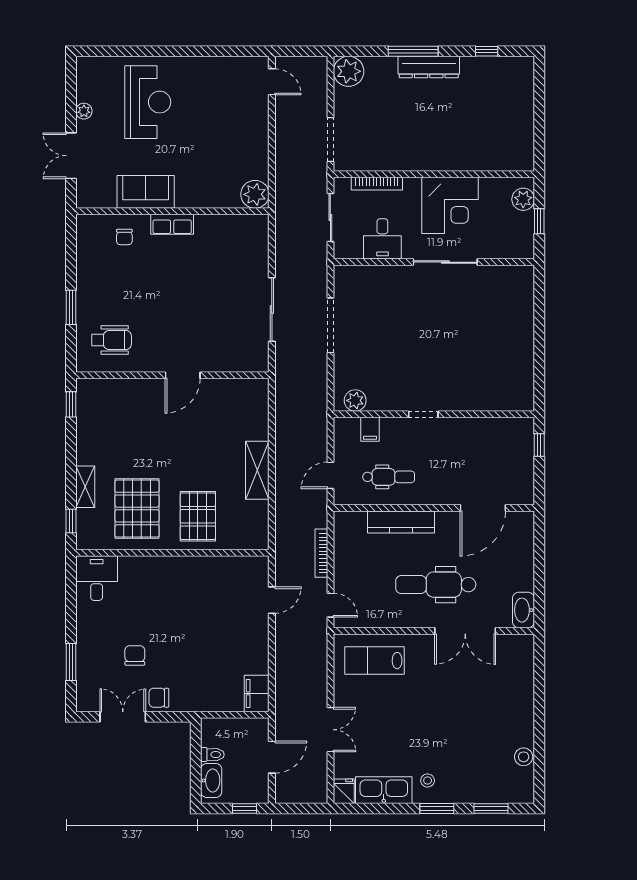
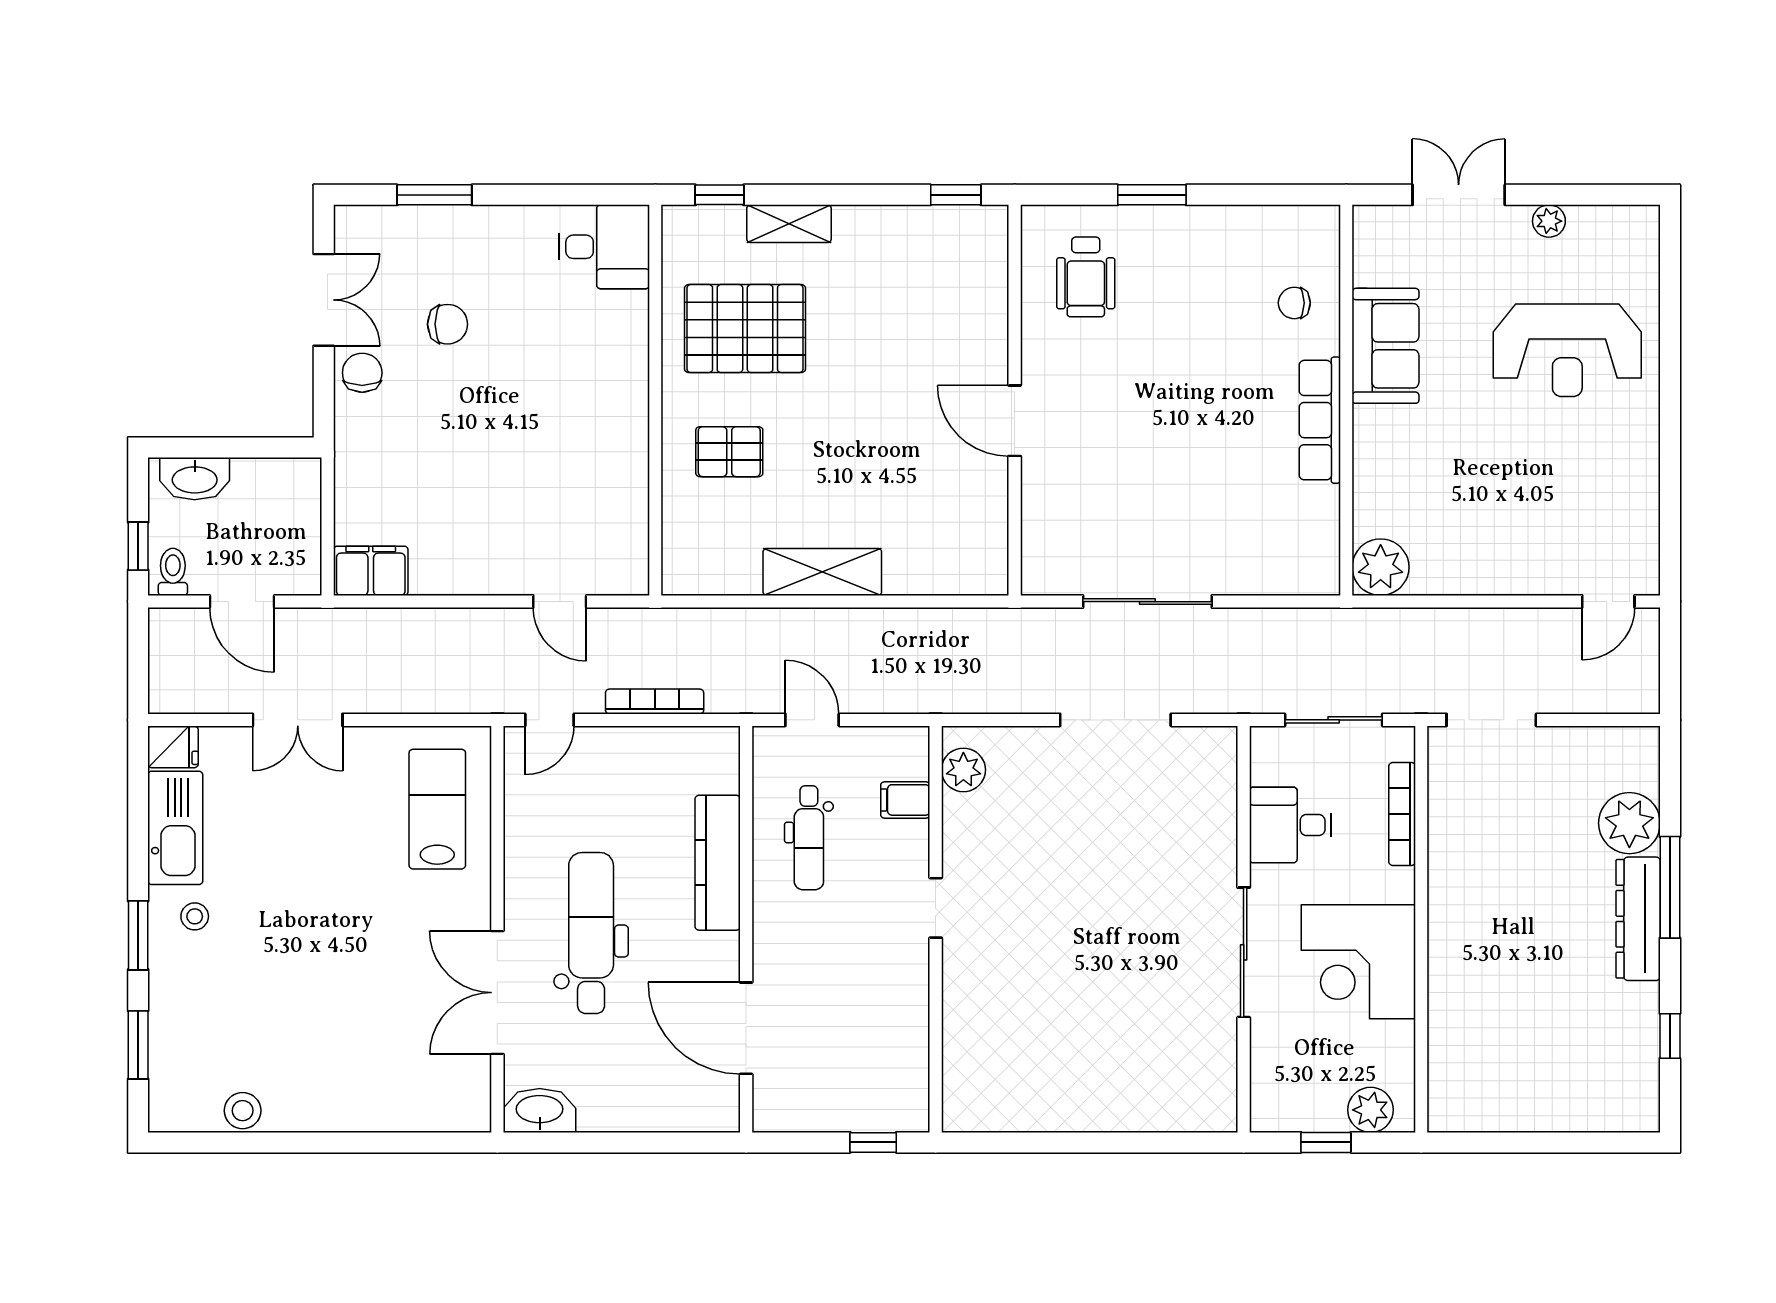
plant: (349, 71) -> (1629, 823), moved
row of seats: (172, 224) -> (1320, 420), width x1.48
pallet: (198, 516) -> (729, 452), width x0.67, depth x0.71
toilet: (212, 755) -> (173, 572), moved, turned 180

